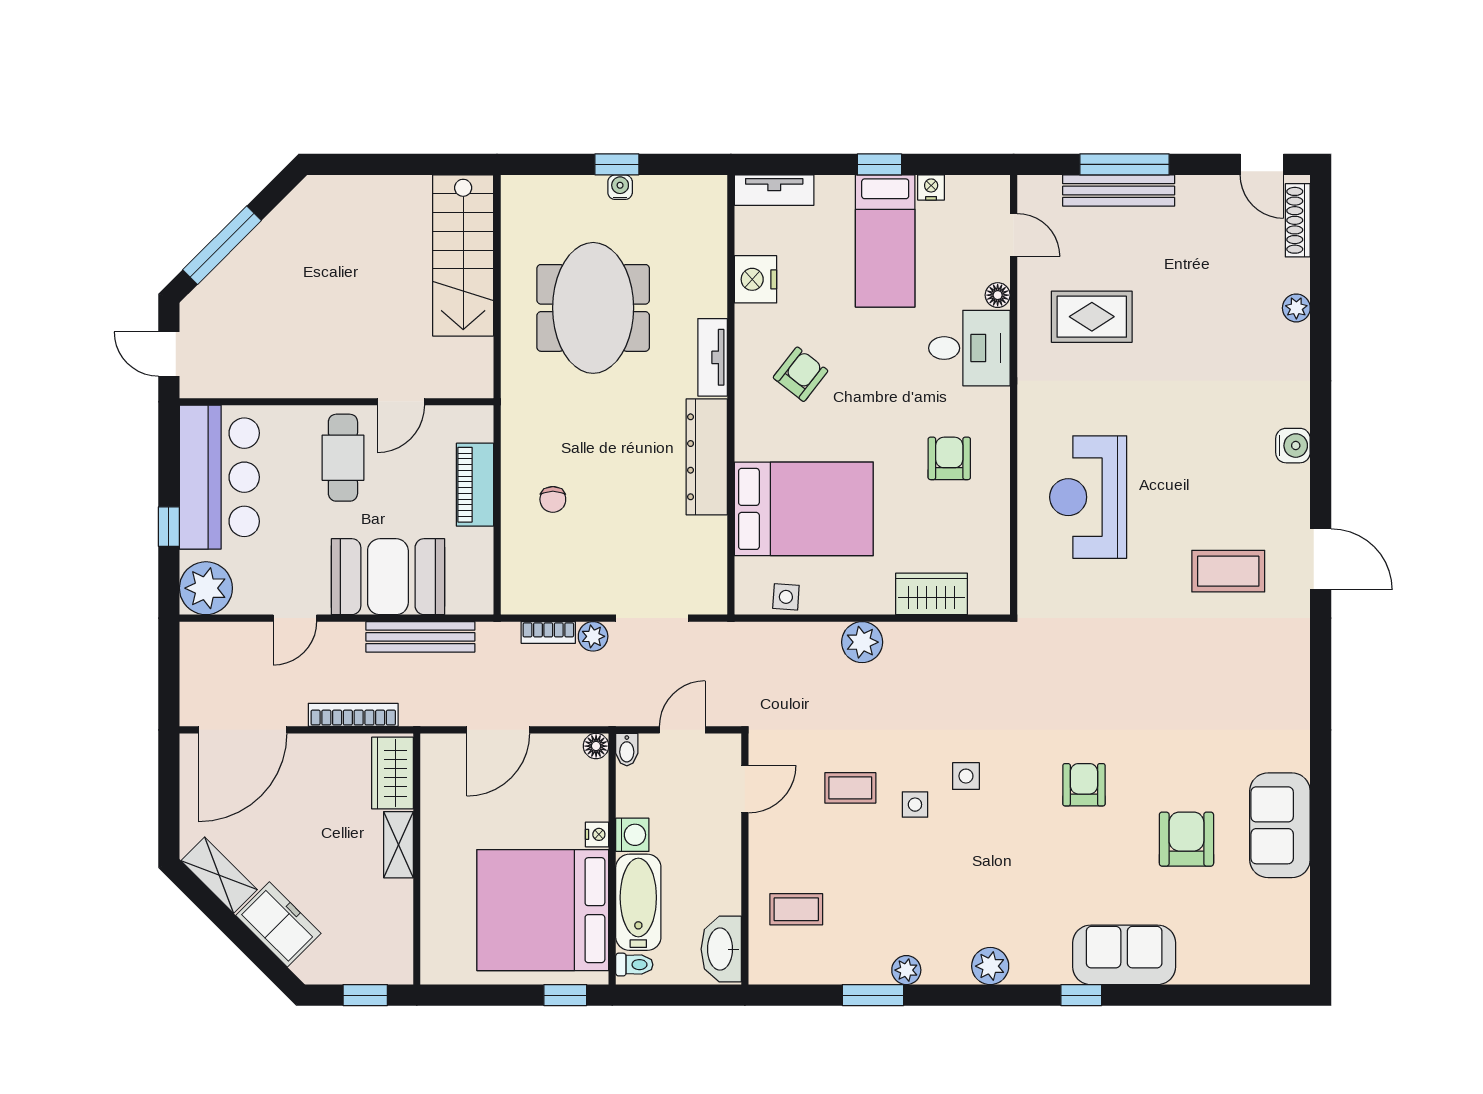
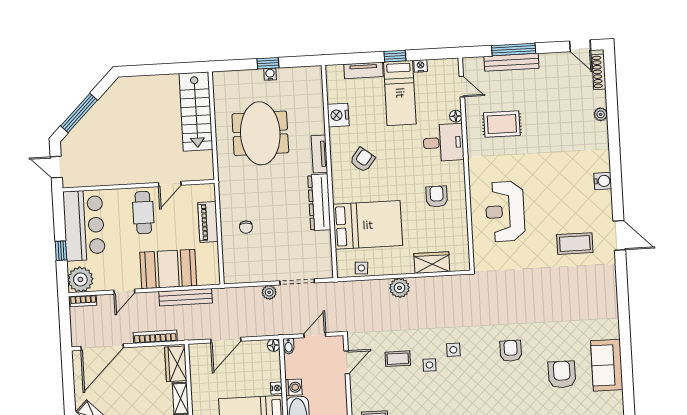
tv unit: (774, 190) -> (363, 70), moved
bookcase: (548, 632) -> (83, 301), moved

